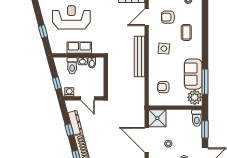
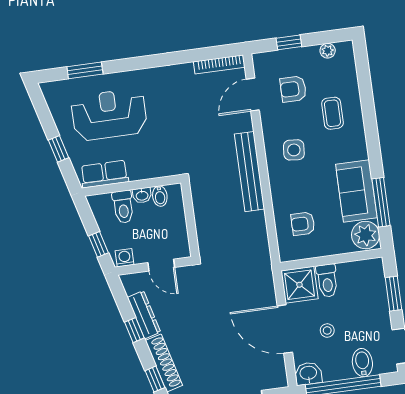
row of seats: (79, 48) -> (104, 174), moved
toilet: (197, 118) -> (327, 281), moved

